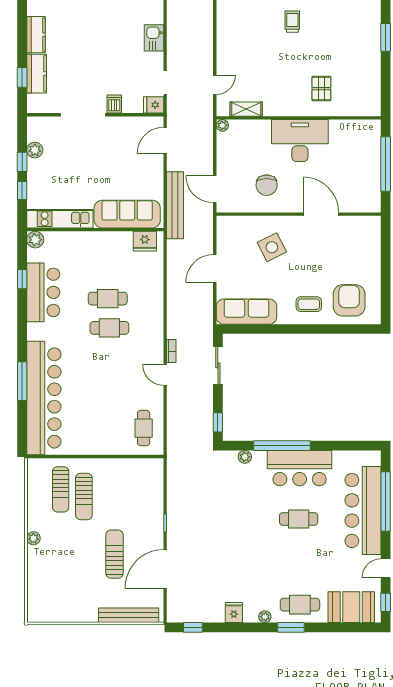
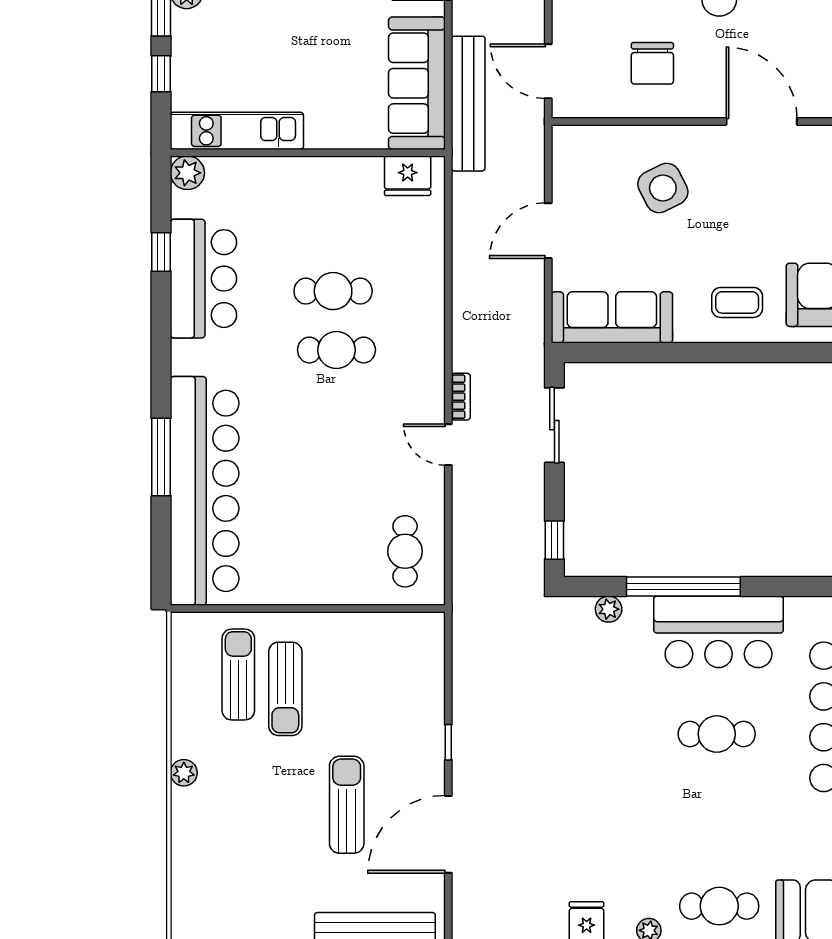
sofa: (127, 214) -> (417, 83), moved, turned -90
sun lounger: (61, 489) -> (238, 675), turned 180

